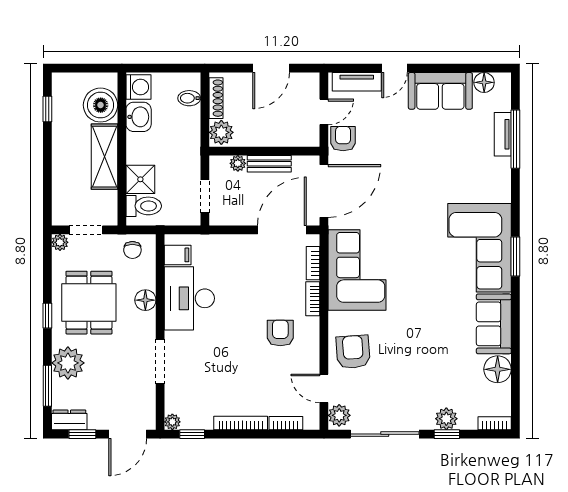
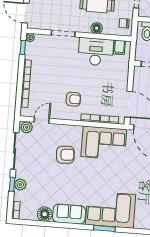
armchair: (353, 352) -> (65, 155), moved

